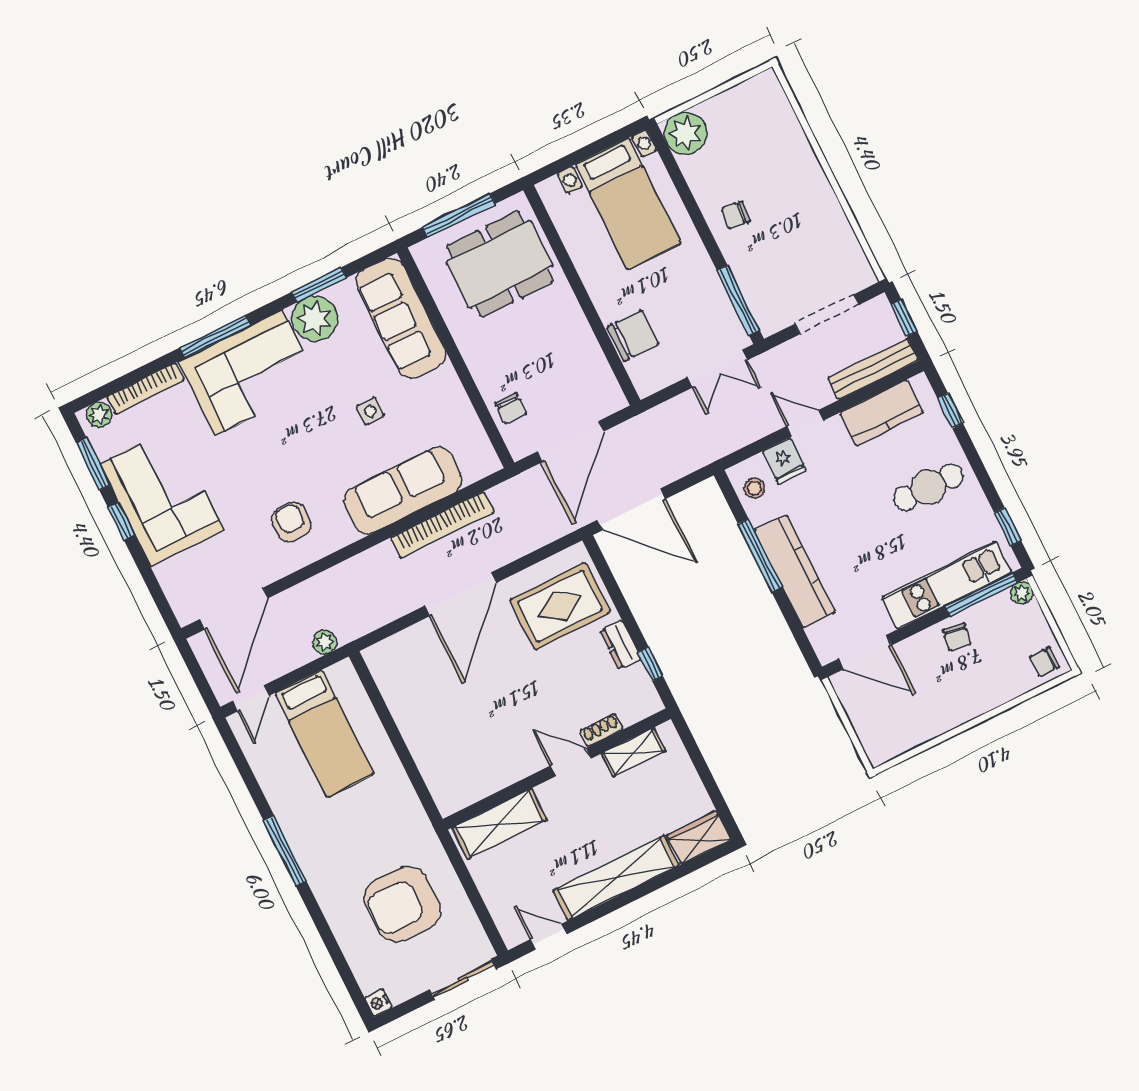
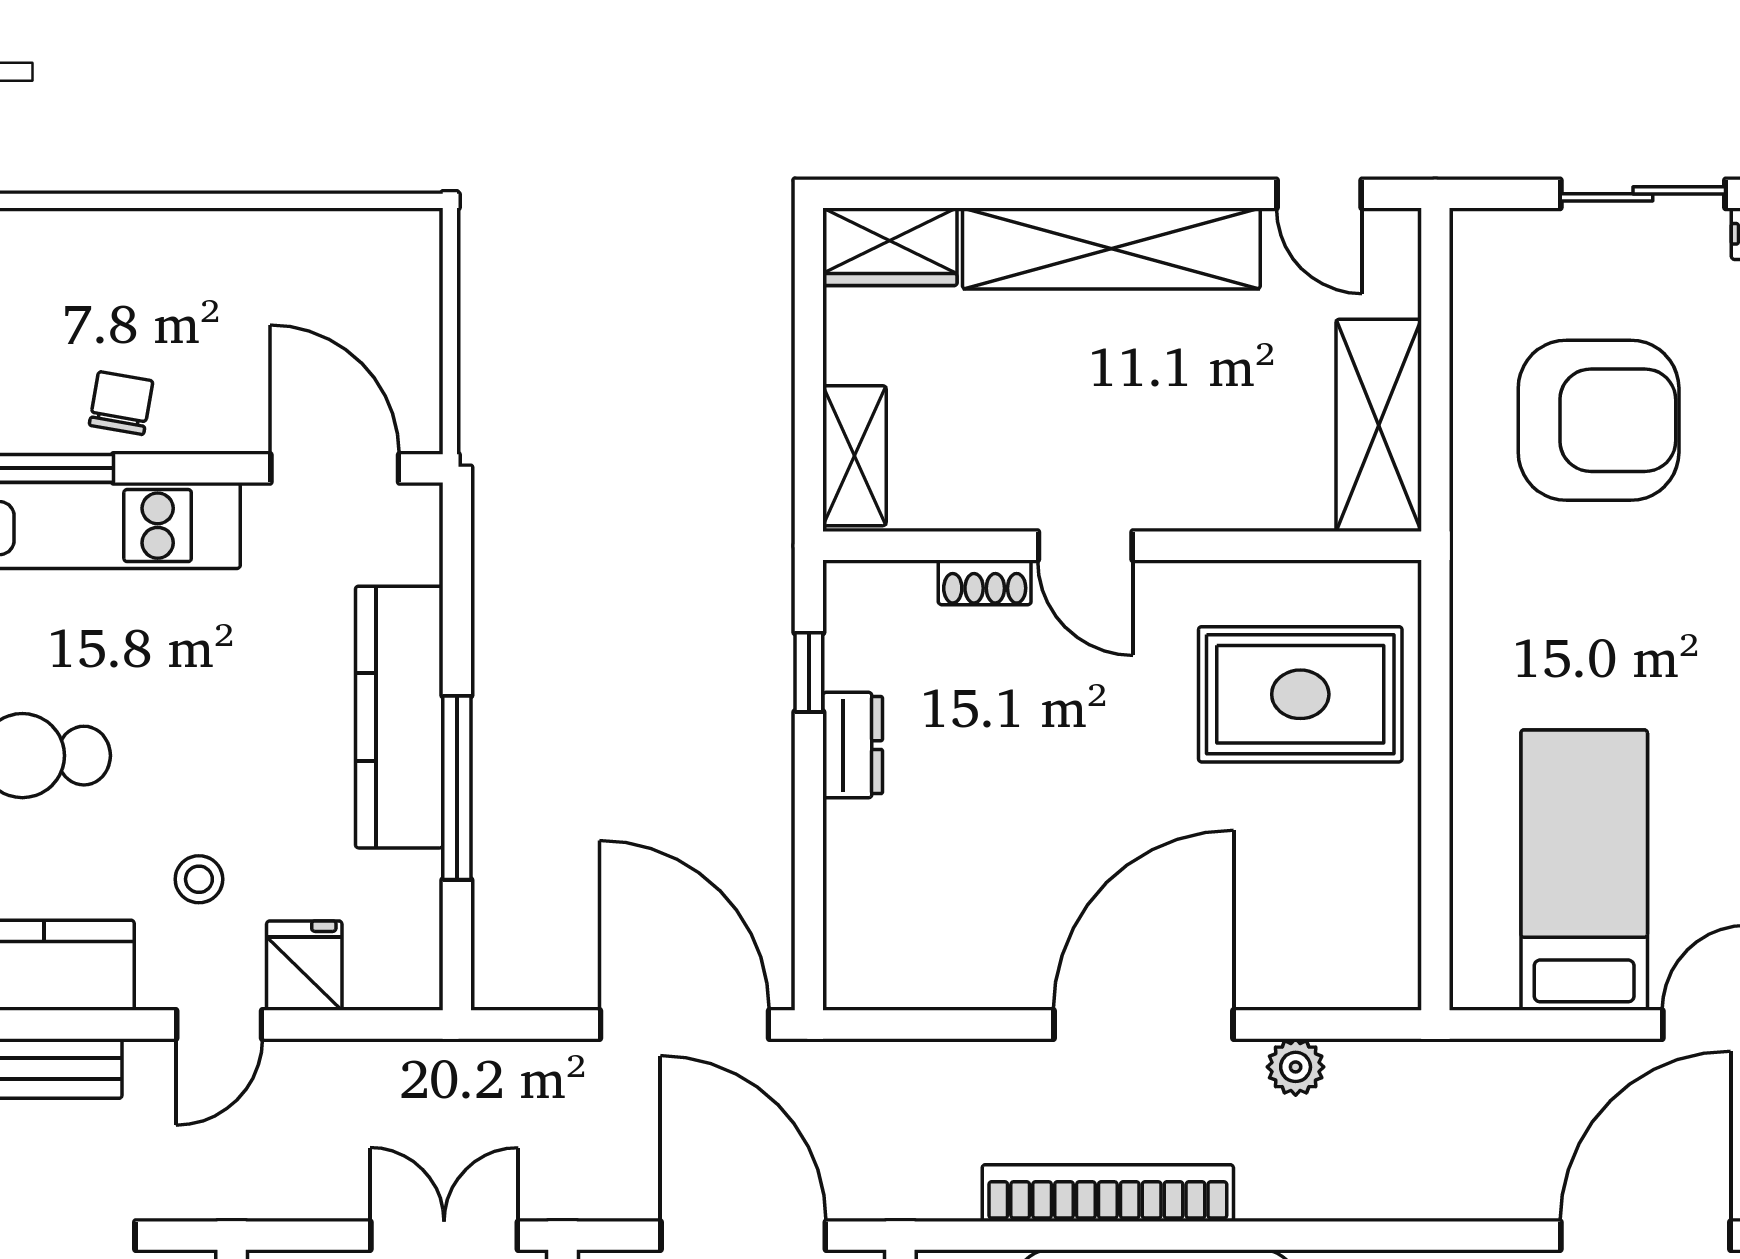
double door: (717, 369) -> (444, 1236), moved
door: (805, 423) -> (219, 1024), hinge flipped
door: (570, 442) -> (743, 1236), hinge flipped
stool: (754, 488) -> (199, 879), moved
rug: (560, 606) -> (1300, 694), moved
plant: (325, 642) -> (1296, 1067), moved
shelving: (633, 752) -> (854, 456), moved, turned 90
shelving: (499, 824) -> (1379, 425), moved, turned 90
sliding door: (463, 979) -> (1643, 194), moved

